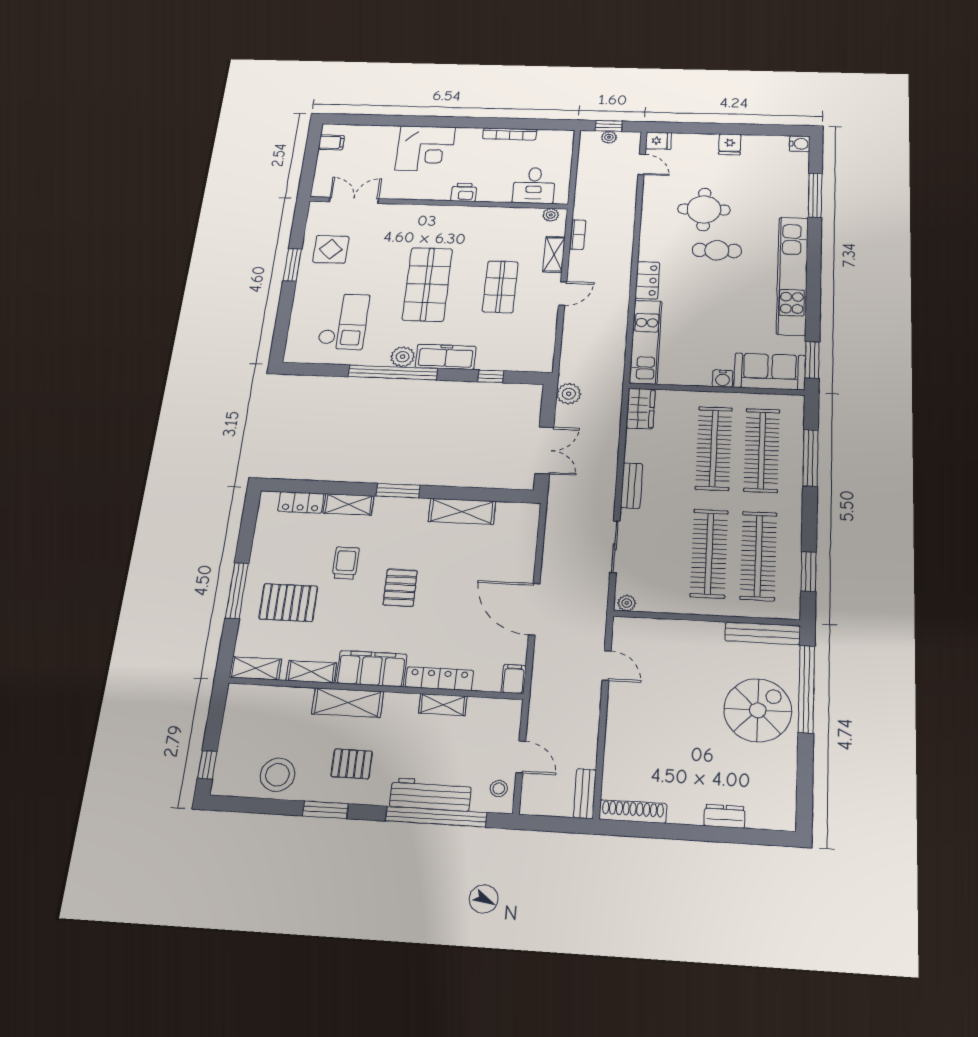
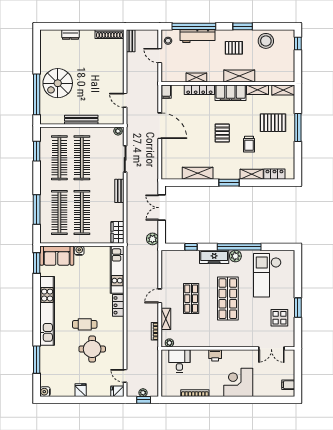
checkout: (344, 321) -> (267, 275), width x1.36, depth x1.21
bench: (763, 633) -> (81, 120), moved

